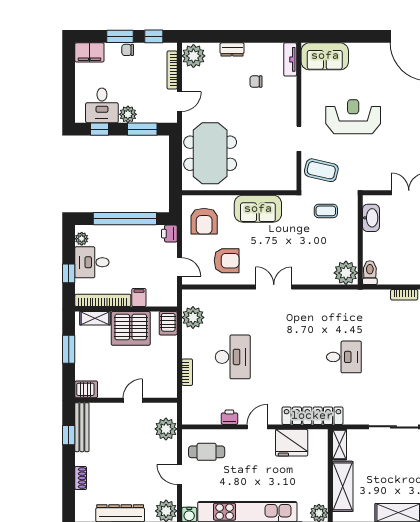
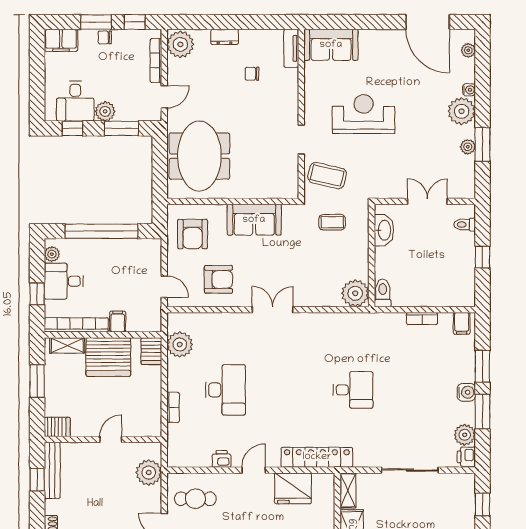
printer: (169, 234) -> (153, 248), removed

